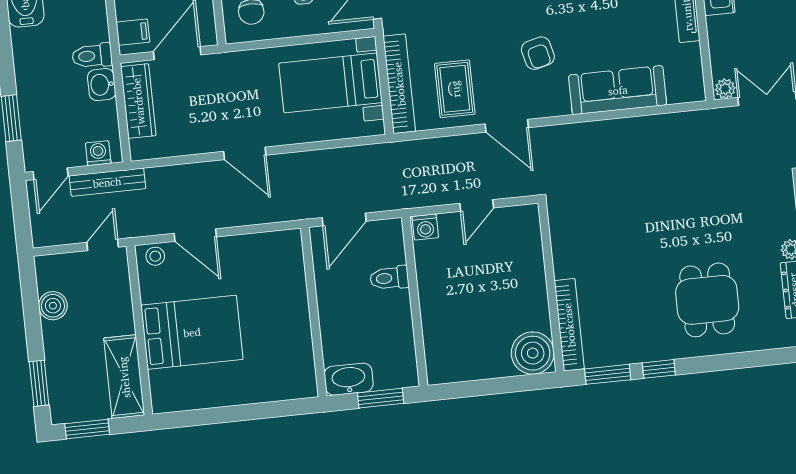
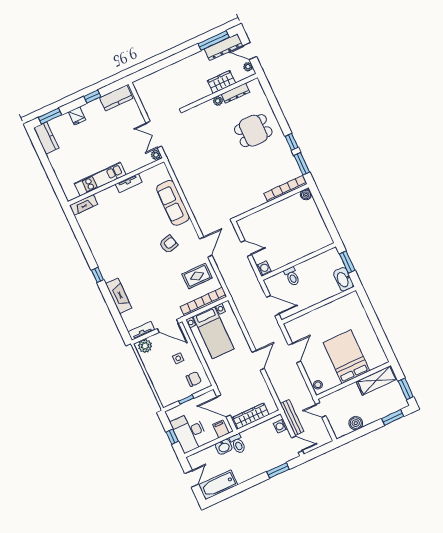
washbasin: (102, 85) -> (224, 447), moved
door: (195, 235) -> (295, 353), moved
boiler: (533, 353) -> (306, 195), width x0.54, depth x0.54

